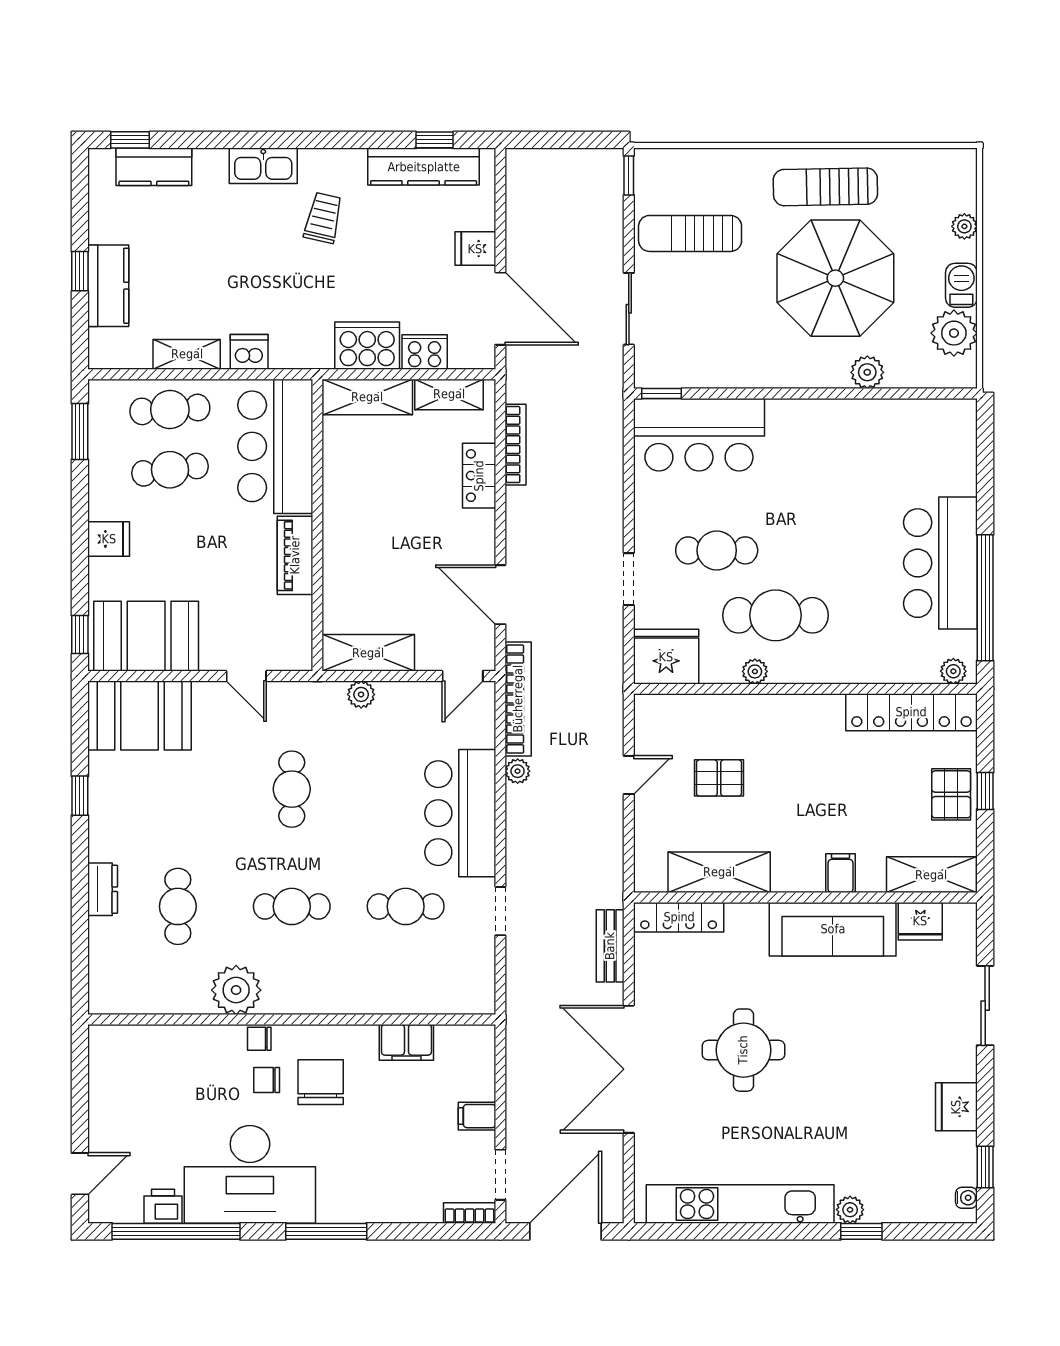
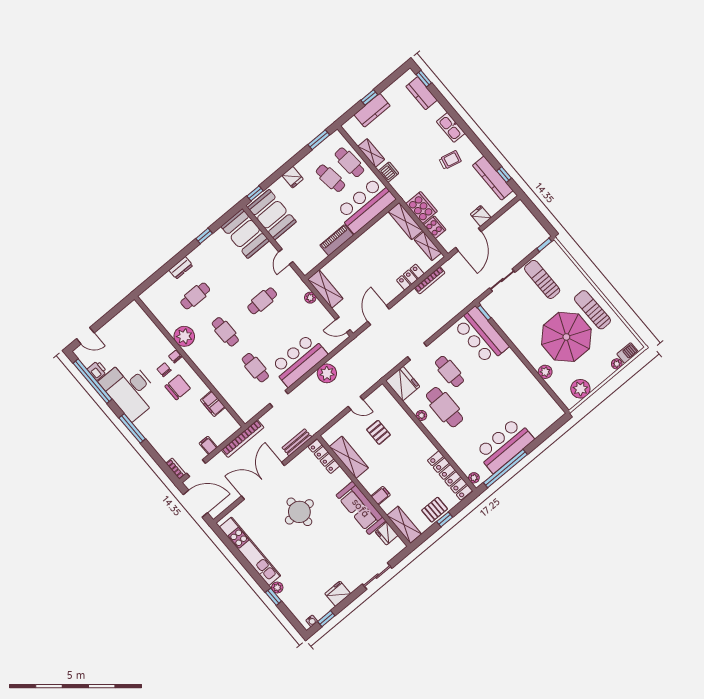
barbecue: (961, 285) -> (628, 353), moved
bookcase: (518, 699) -> (243, 439), moved
plant: (518, 771) -> (327, 373), width x1.88, depth x1.88

